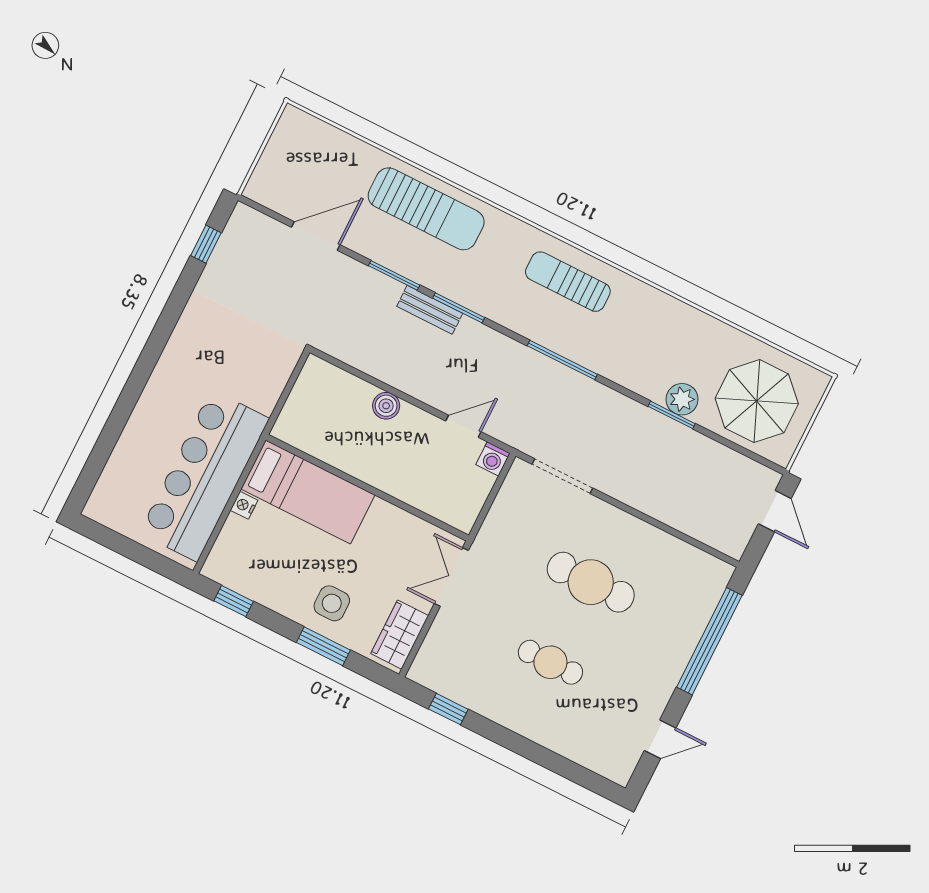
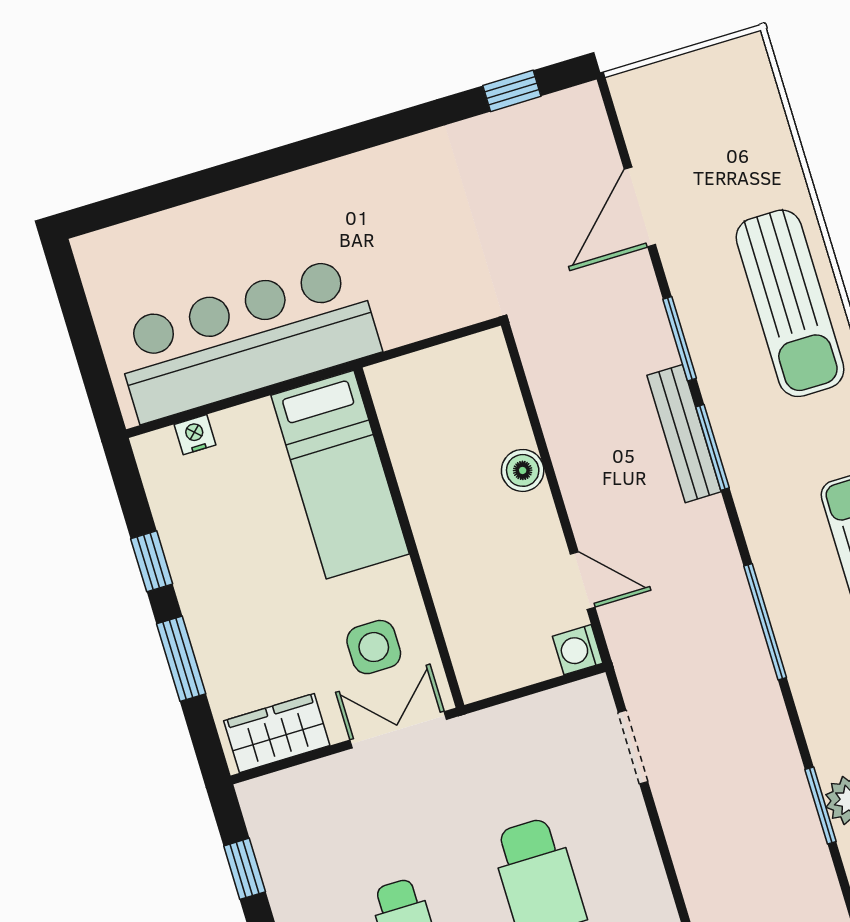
door: (316, 236) -> (640, 207), swing flipped
bench: (430, 310) -> (684, 434), width x1.36
doorway: (562, 476) -> (633, 747), width x0.73
nightstand: (244, 505) -> (195, 435), moved
window: (234, 601) -> (152, 561), moved
side table: (332, 603) -> (374, 647), moved

